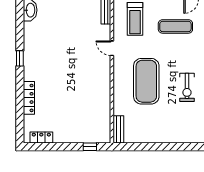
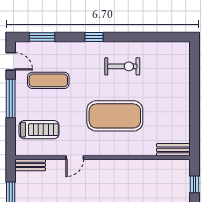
exercise mat: (175, 26) -> (48, 80), turned 90

